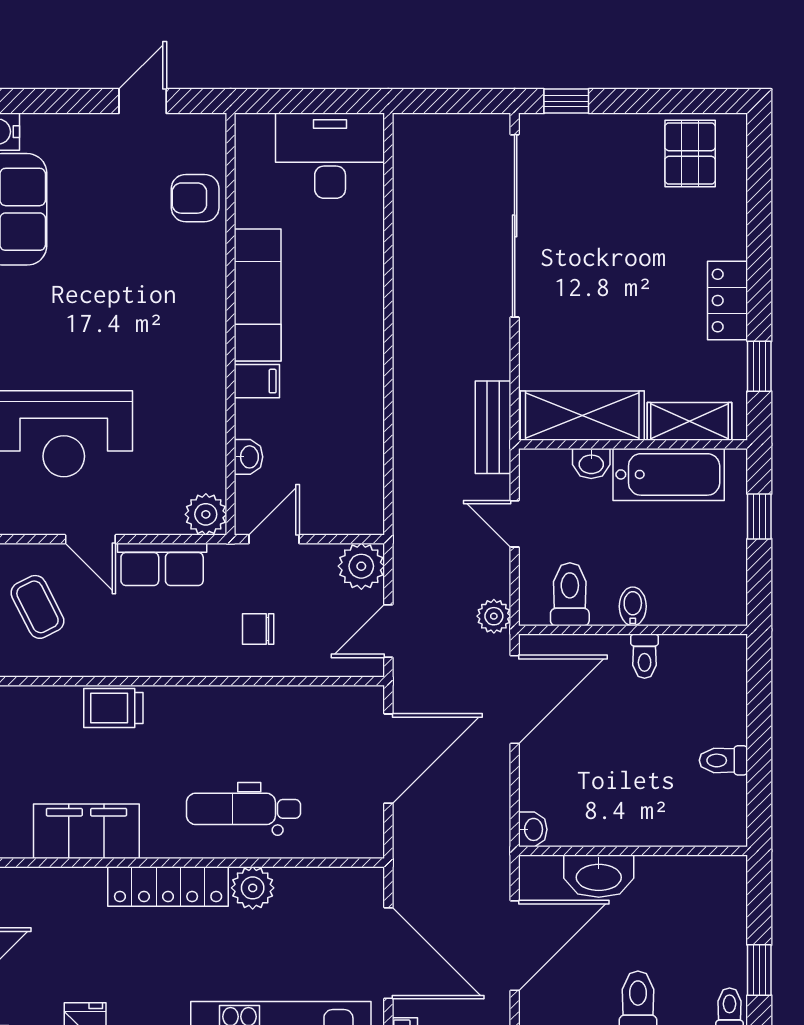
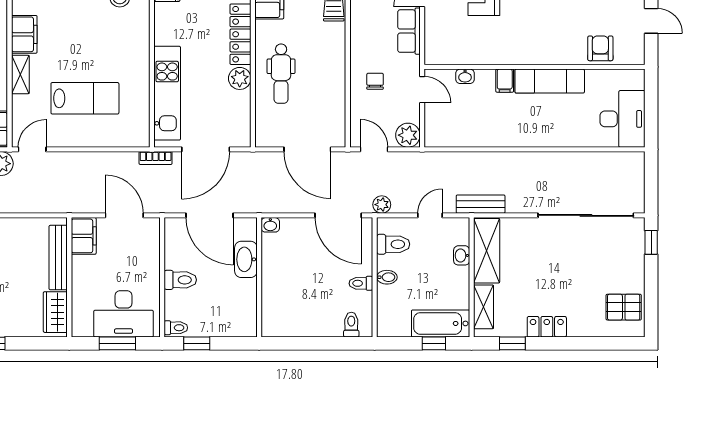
bathtub: (669, 474) -> (441, 323), moved, turned 90
plant: (206, 514) -> (435, 54), removed
toilet: (723, 760) -> (351, 325), moved
dental chair: (243, 809) -> (281, 74), turned 180

